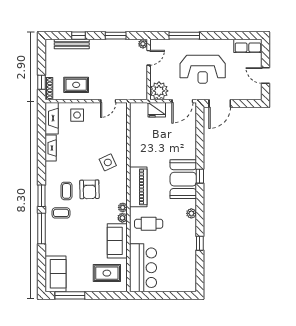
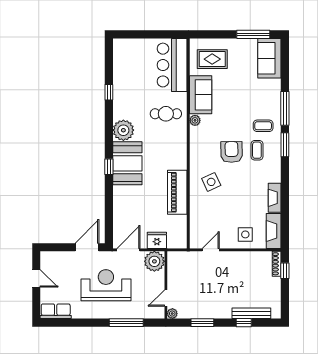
rug: (76, 85) -> (246, 268), removed
piano: (138, 187) -> (177, 192), moved
plant: (123, 207) -> (195, 132), removed
plant: (191, 213) -> (123, 130), width x1.88, depth x1.88

